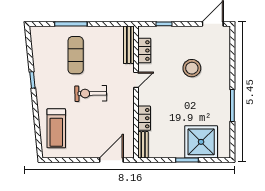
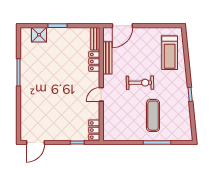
bench: (129, 45) -> (107, 58), moved
locker: (144, 51) -> (94, 130), moved
stool: (192, 68) -> (53, 104), removed
treadmill: (56, 128) -> (170, 53), turned 180
shower: (201, 142) -> (39, 35), width x0.54, depth x0.54

